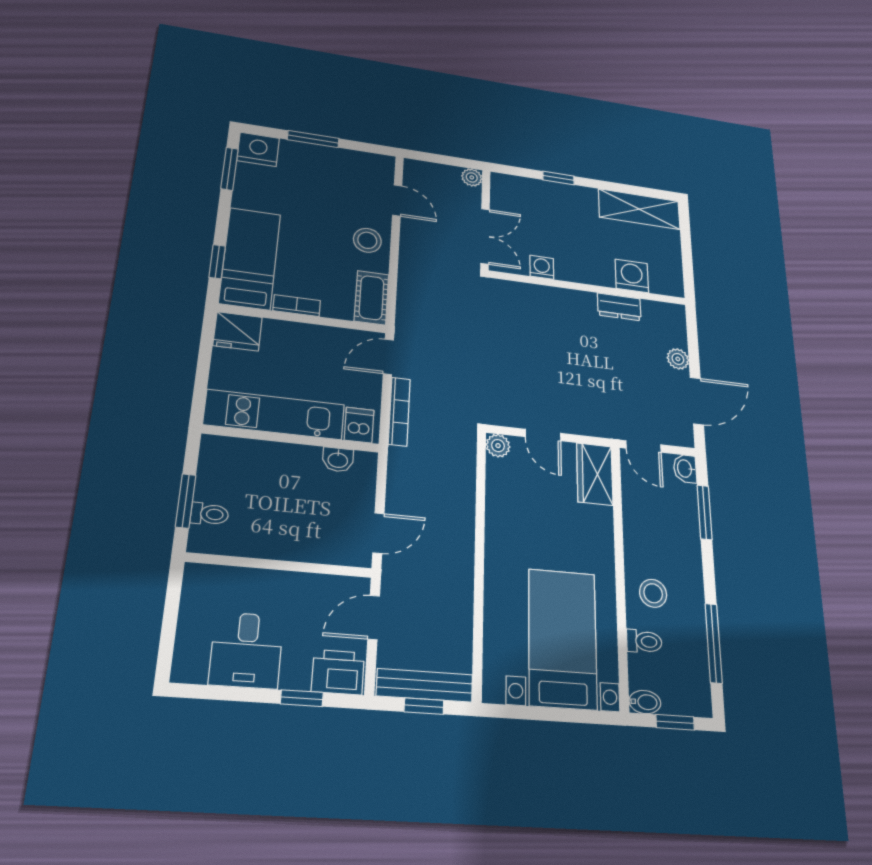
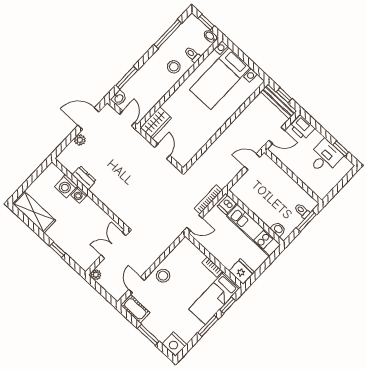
window: (229, 169) -> (208, 326), moved
washing machine: (542, 267) -> (79, 195), moved
cot: (372, 298) -> (135, 309), moved, turned 90
plant: (498, 446) -> (183, 160), removed
washbasin: (338, 460) -> (278, 229), moved
window: (302, 698) -> (341, 149), moved

